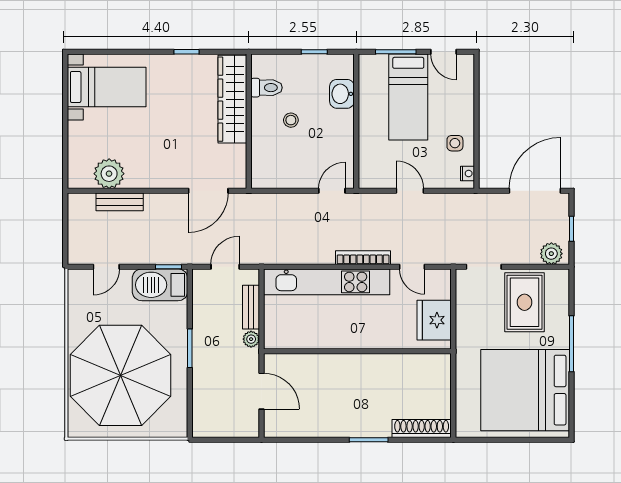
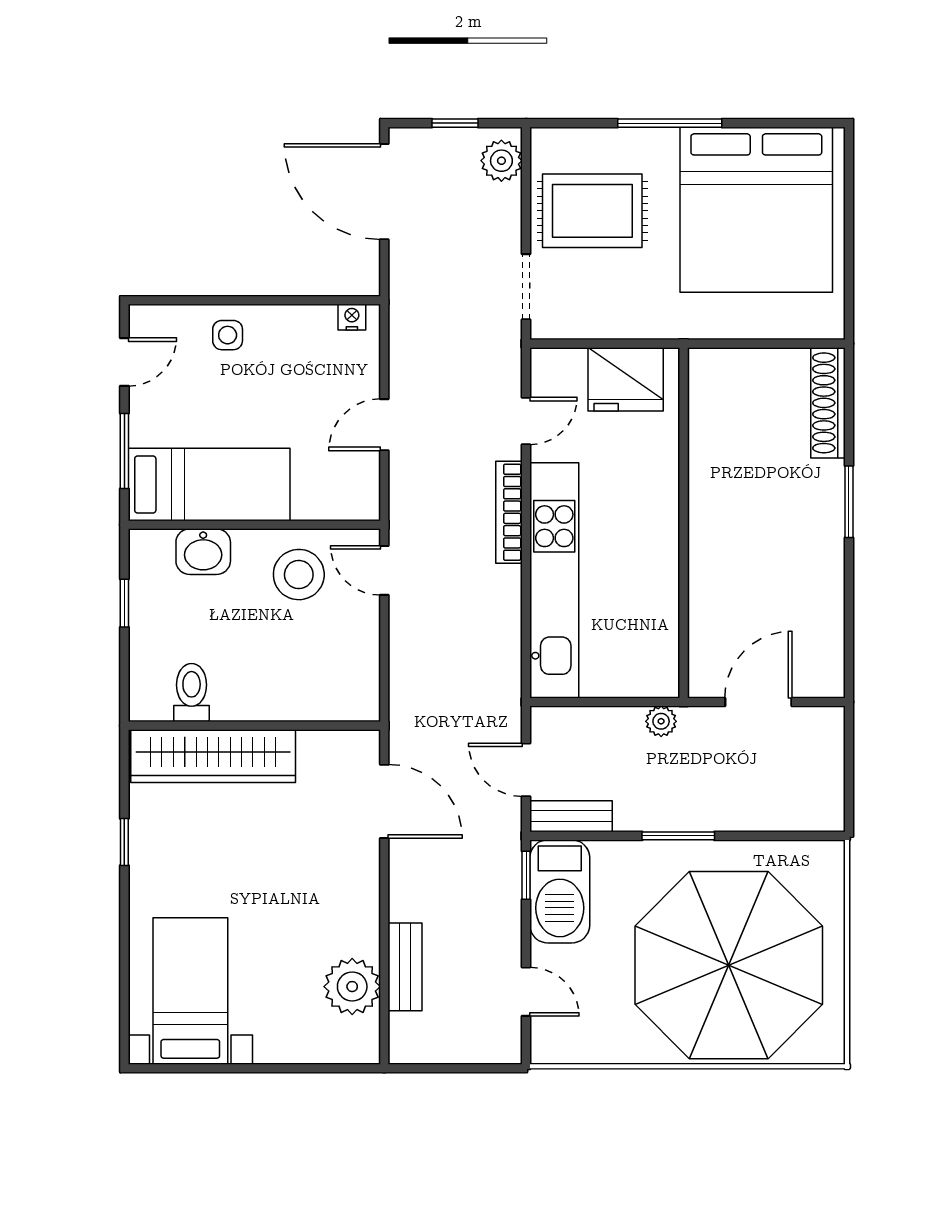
bed: (408, 97) -> (209, 485), moved
stool: (291, 120) -> (299, 575), moved, width x1.89, depth x1.89
side table: (455, 143) -> (228, 335), moved
bench: (251, 307) -> (571, 816), moved

